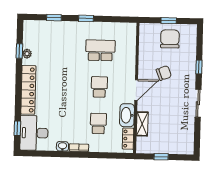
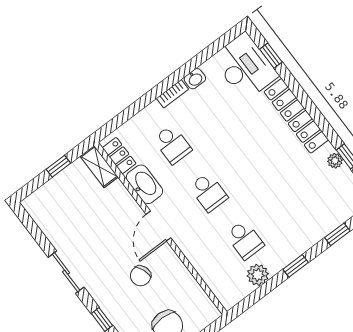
plant: (107, 29) -> (258, 275), added
school desk: (100, 50) -> (245, 240), width x0.54
shelving: (142, 124) -> (99, 167), moved

